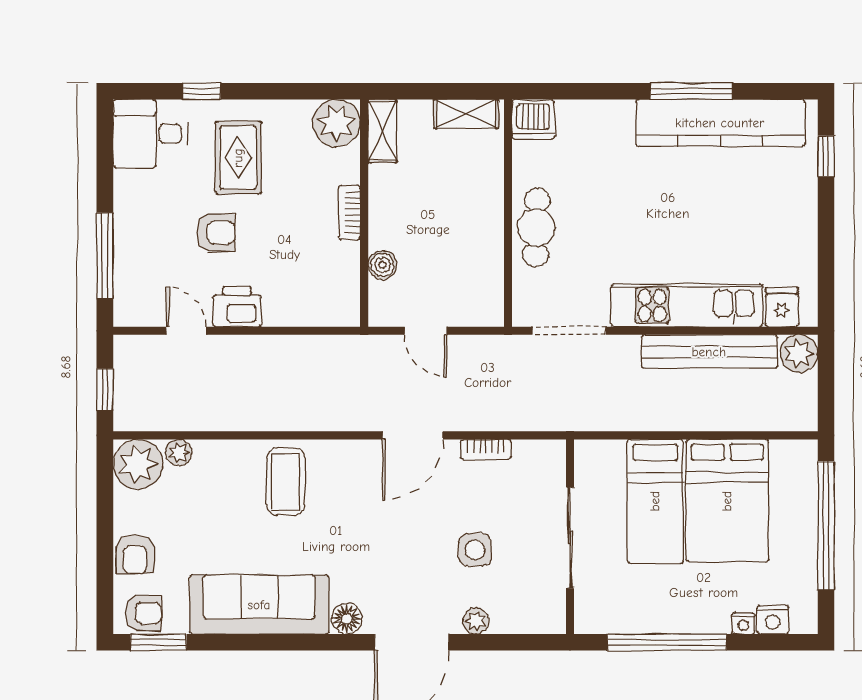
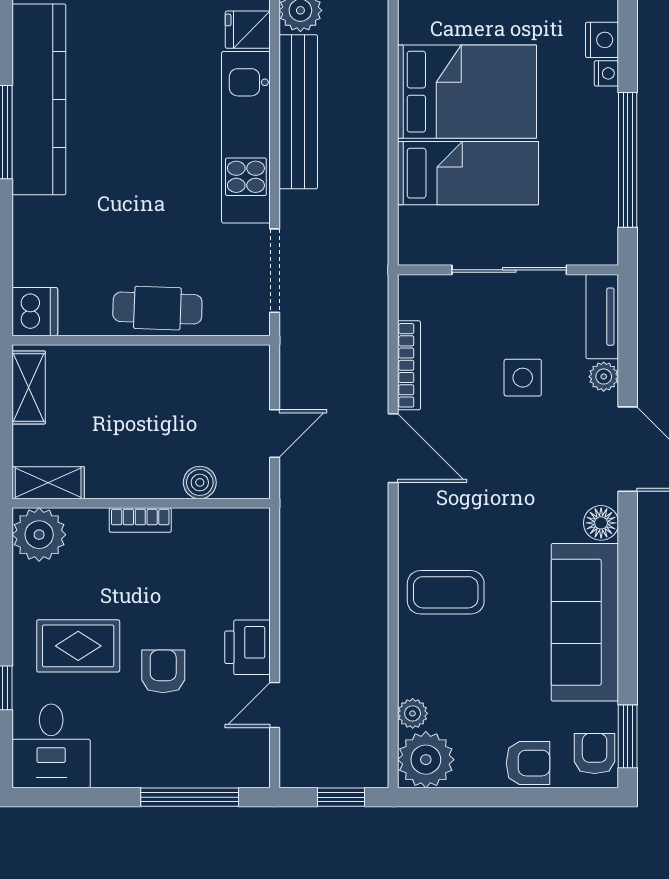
bookcase: (486, 449) -> (409, 365), width x1.56
tv unit: (529, 620) -> (602, 317), added

